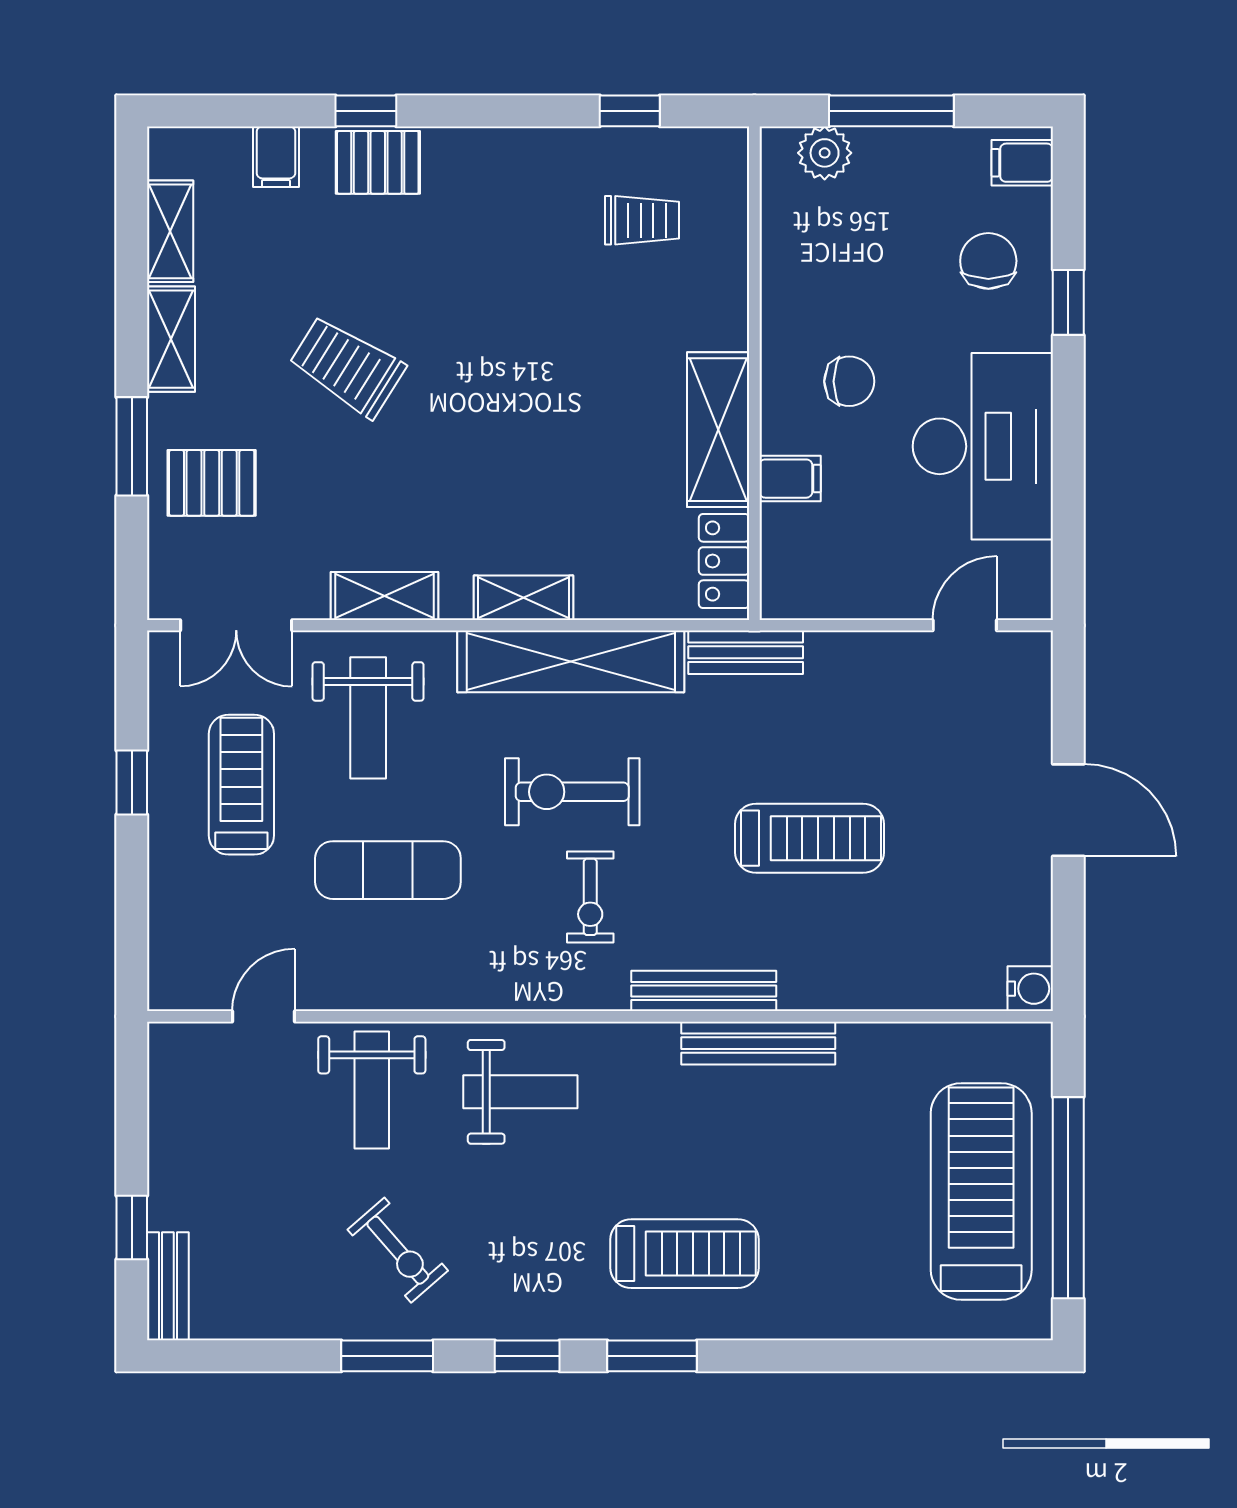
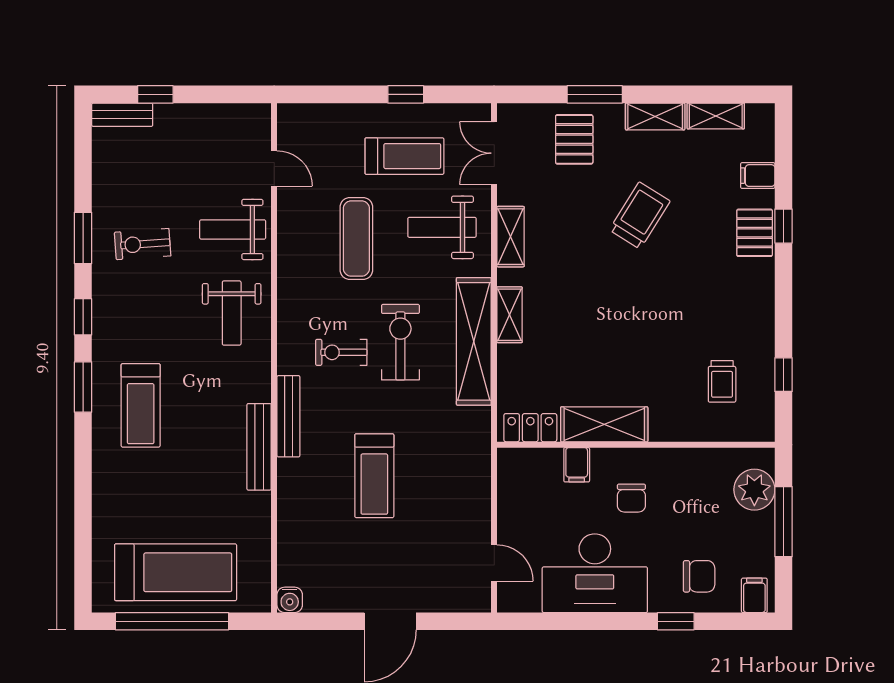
plant: (825, 153) -> (754, 490), width x1.36, depth x1.36
bench: (746, 652) -> (479, 440), removed
exercise bike: (398, 1250) -> (143, 244), turned 37

